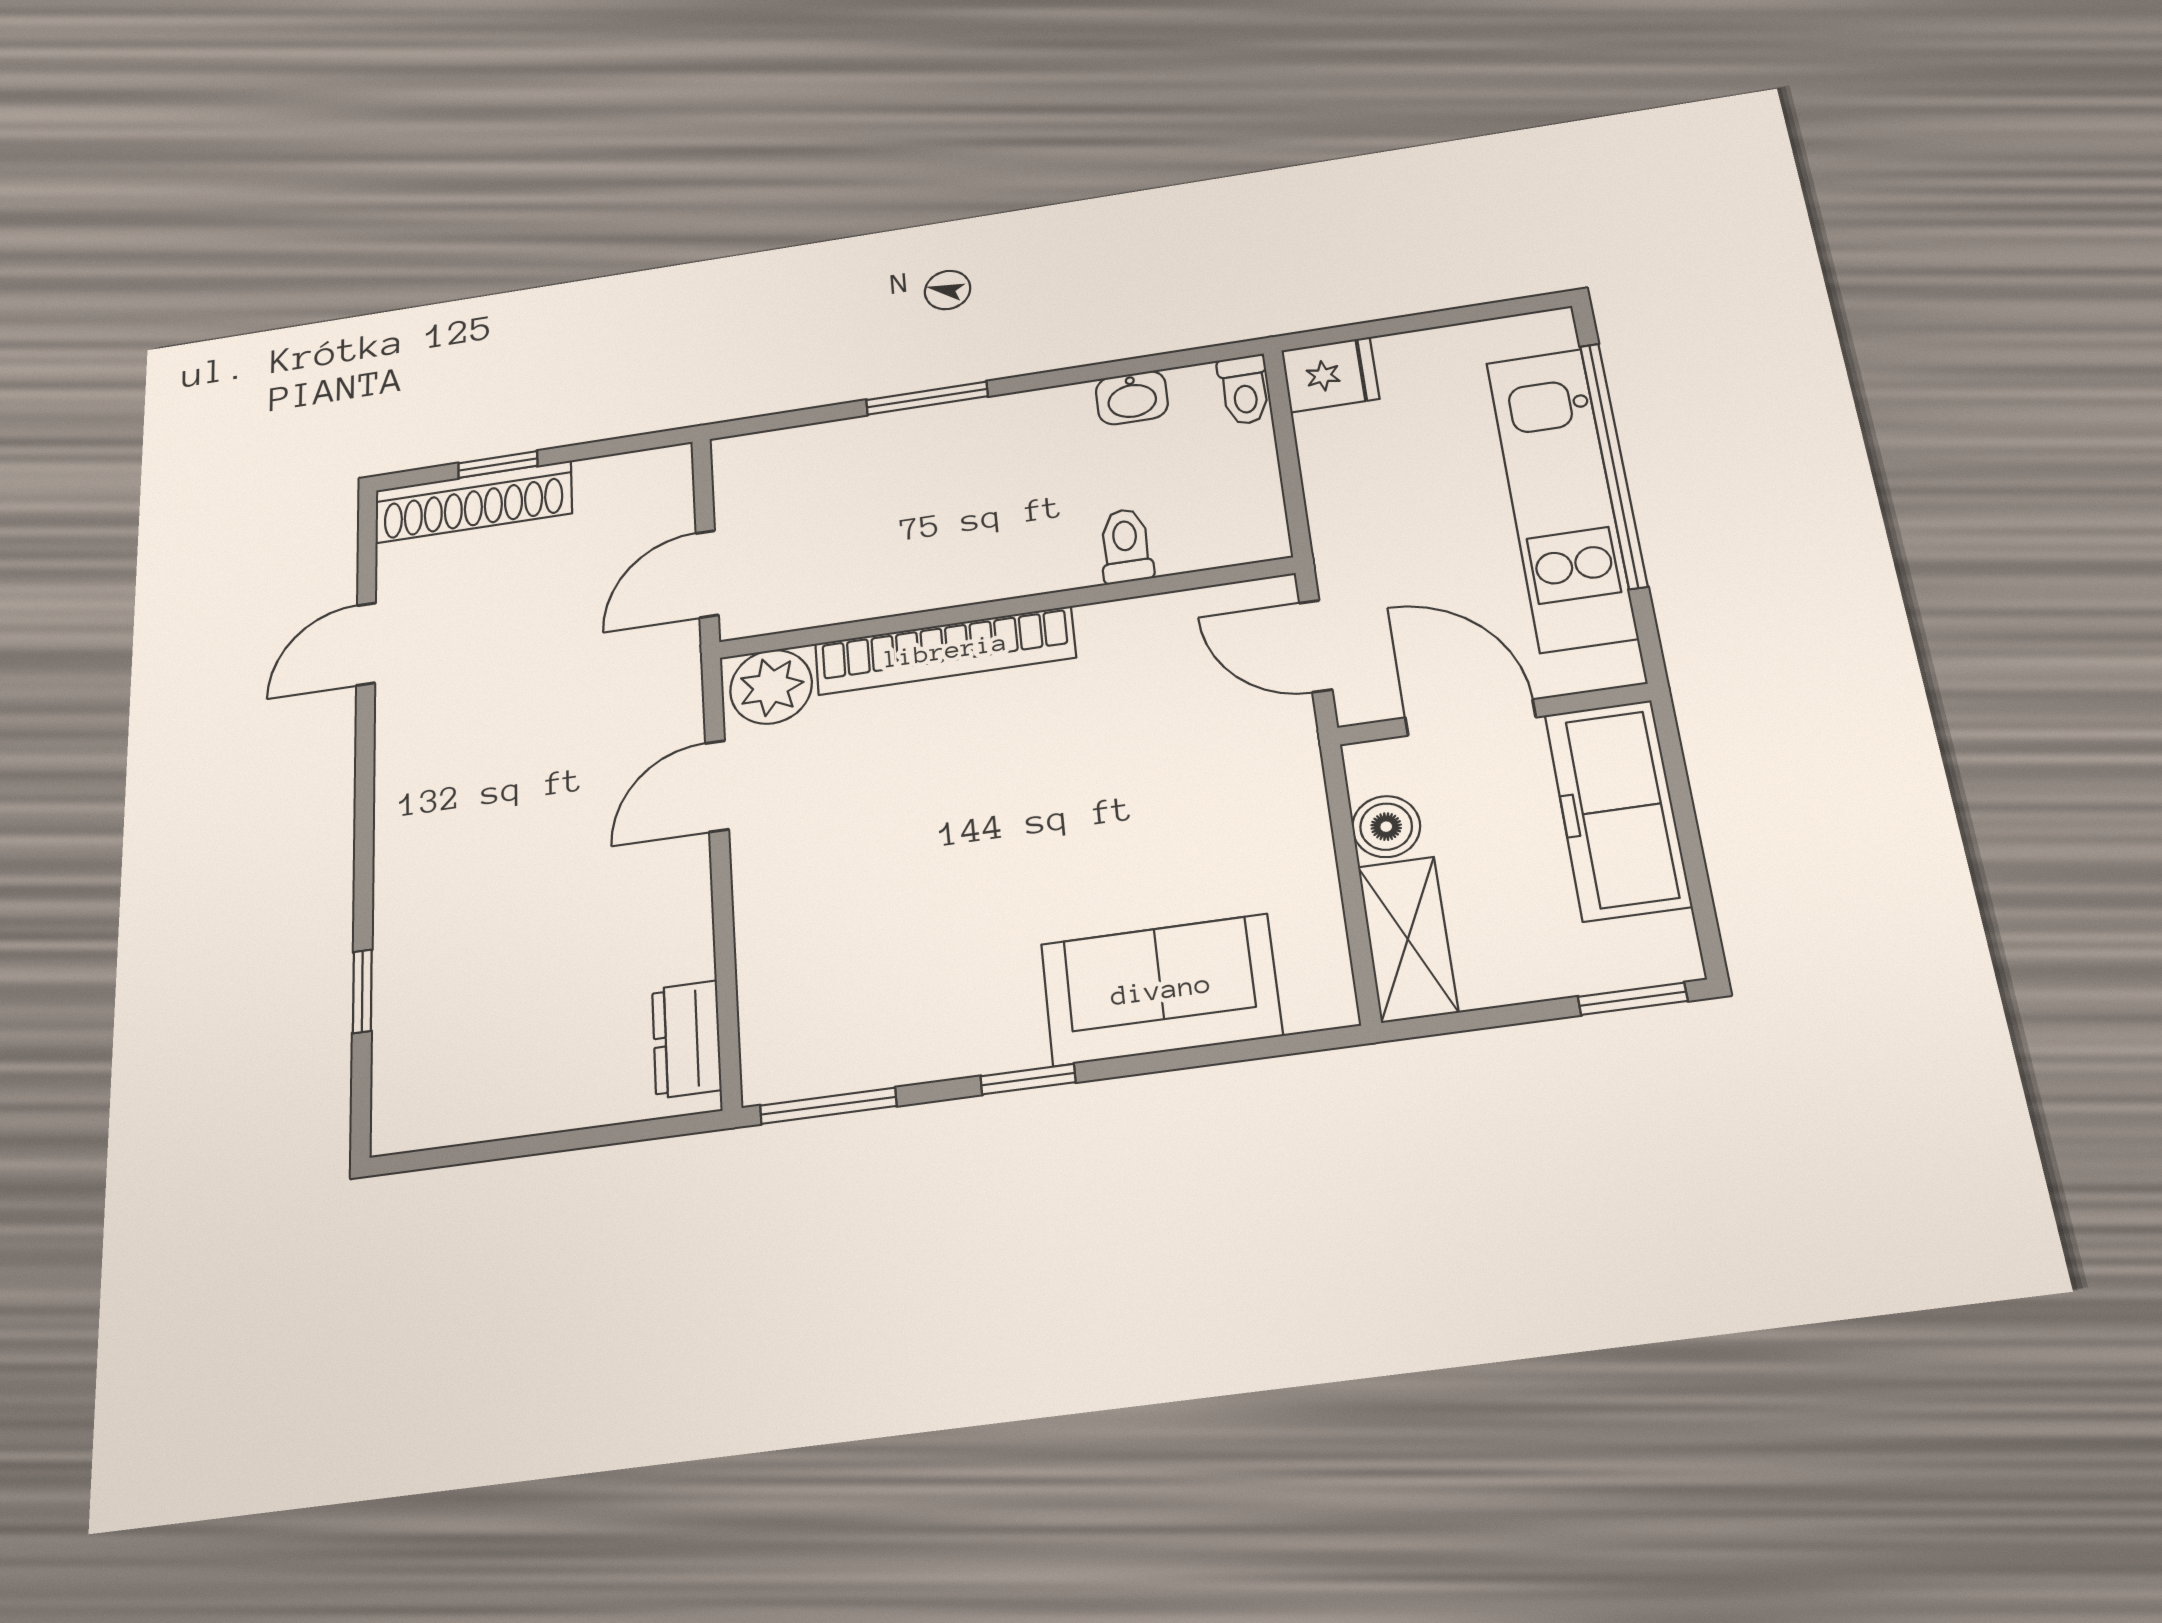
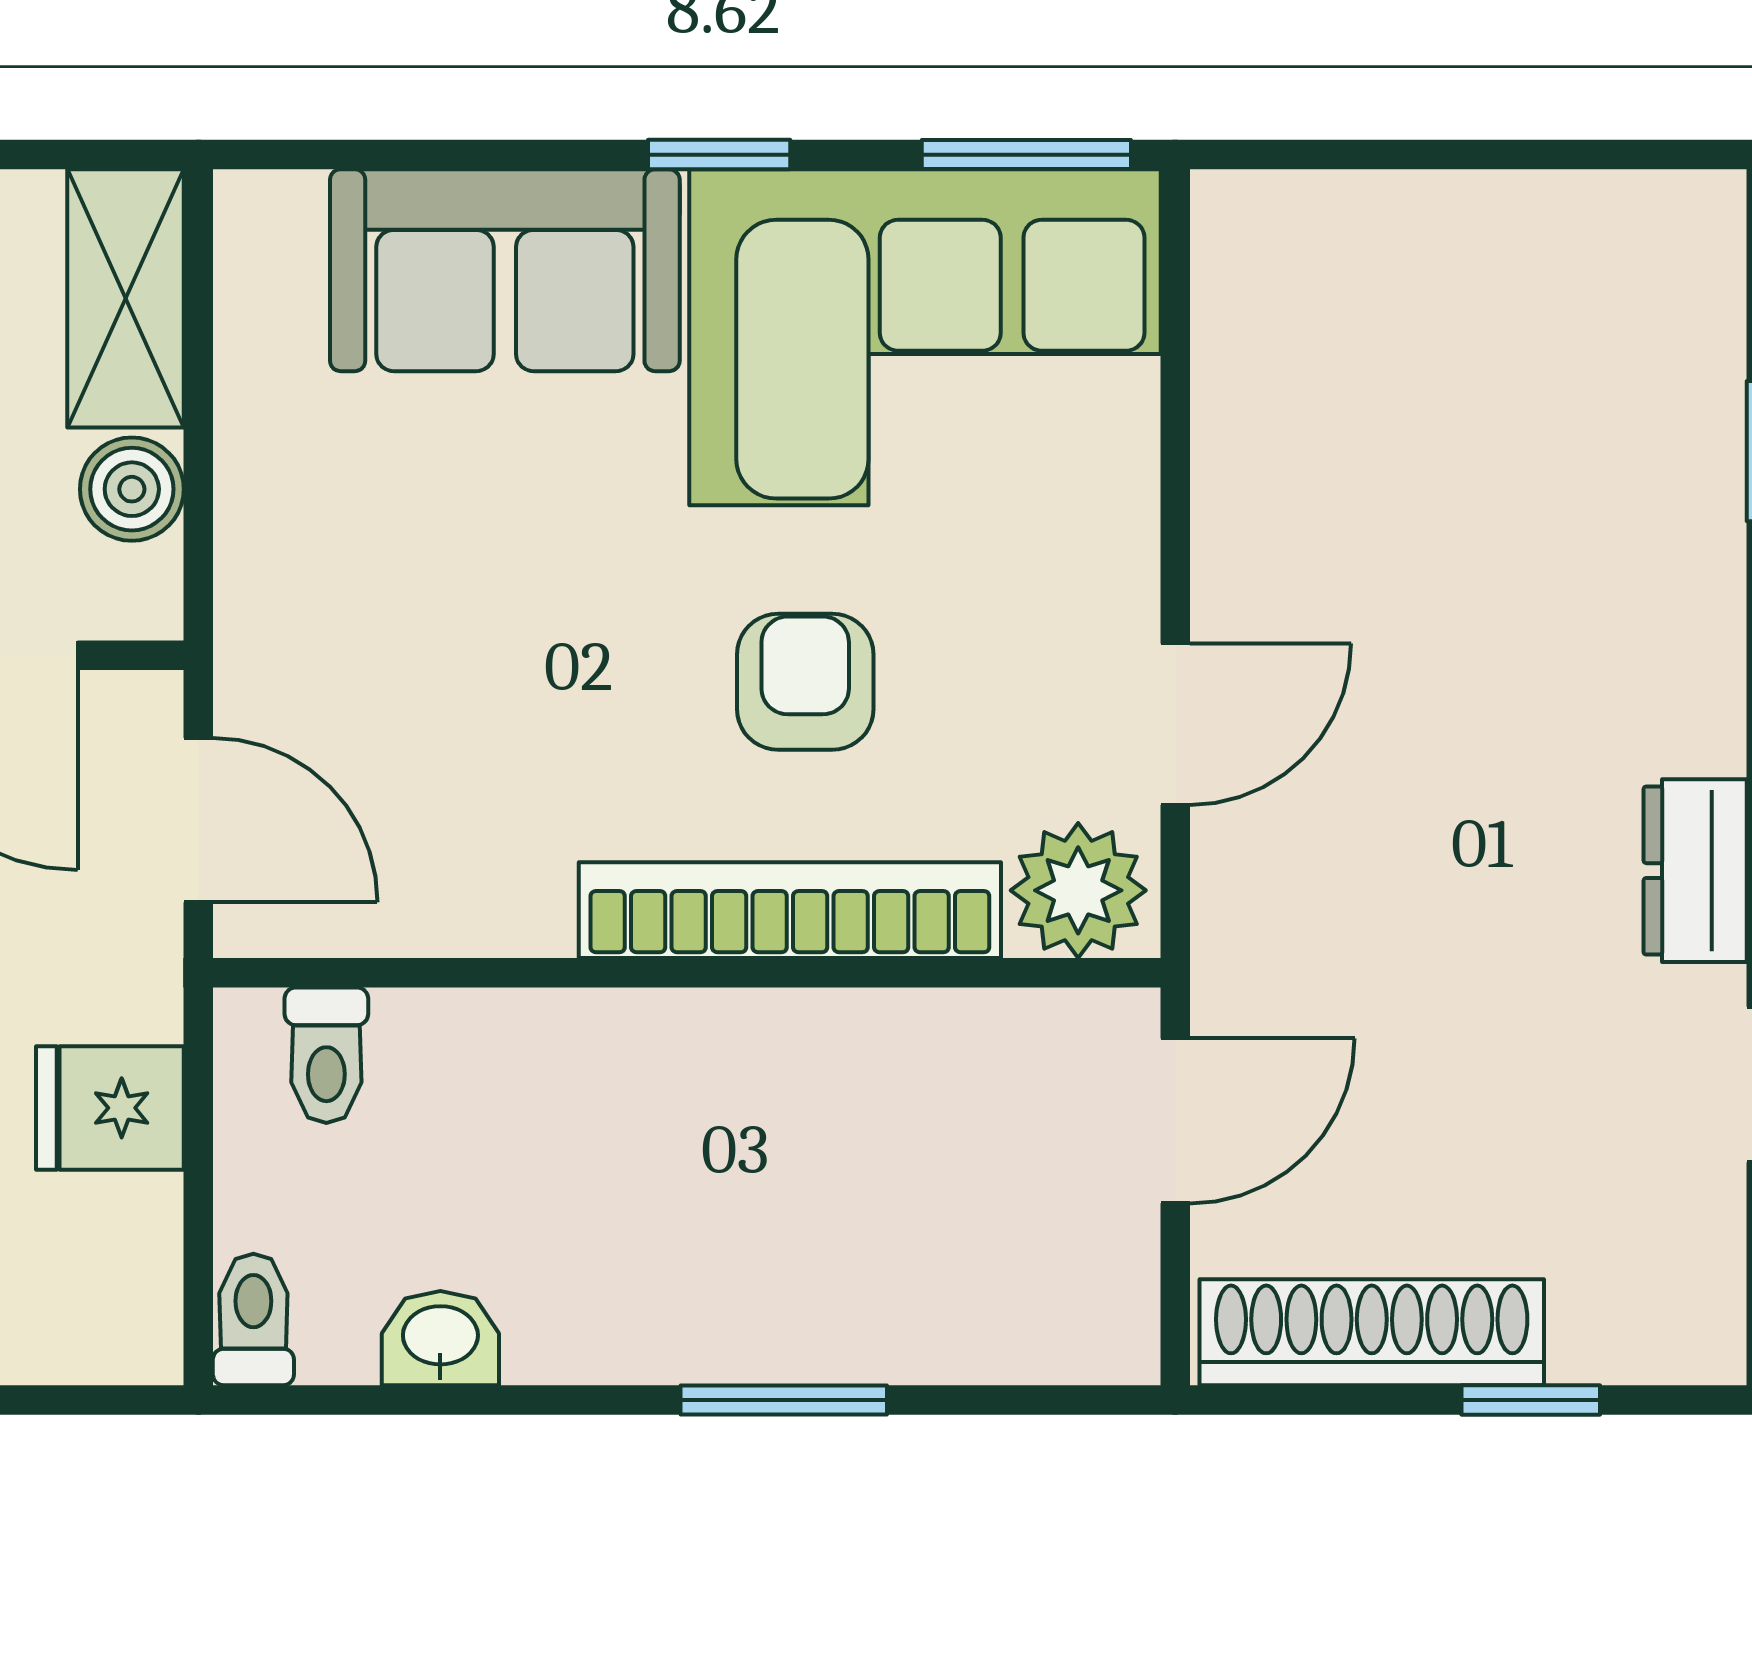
fridge: (1330, 375) -> (110, 1108), moved
shoe rack: (473, 502) -> (1372, 1332), moved
toilet: (1126, 546) -> (326, 1055), moved
armchair: (946, 777) -> (805, 682), added
corner sofa: (886, 986) -> (925, 337), added
dresser: (687, 1039) -> (1695, 871), moved, turned 180

